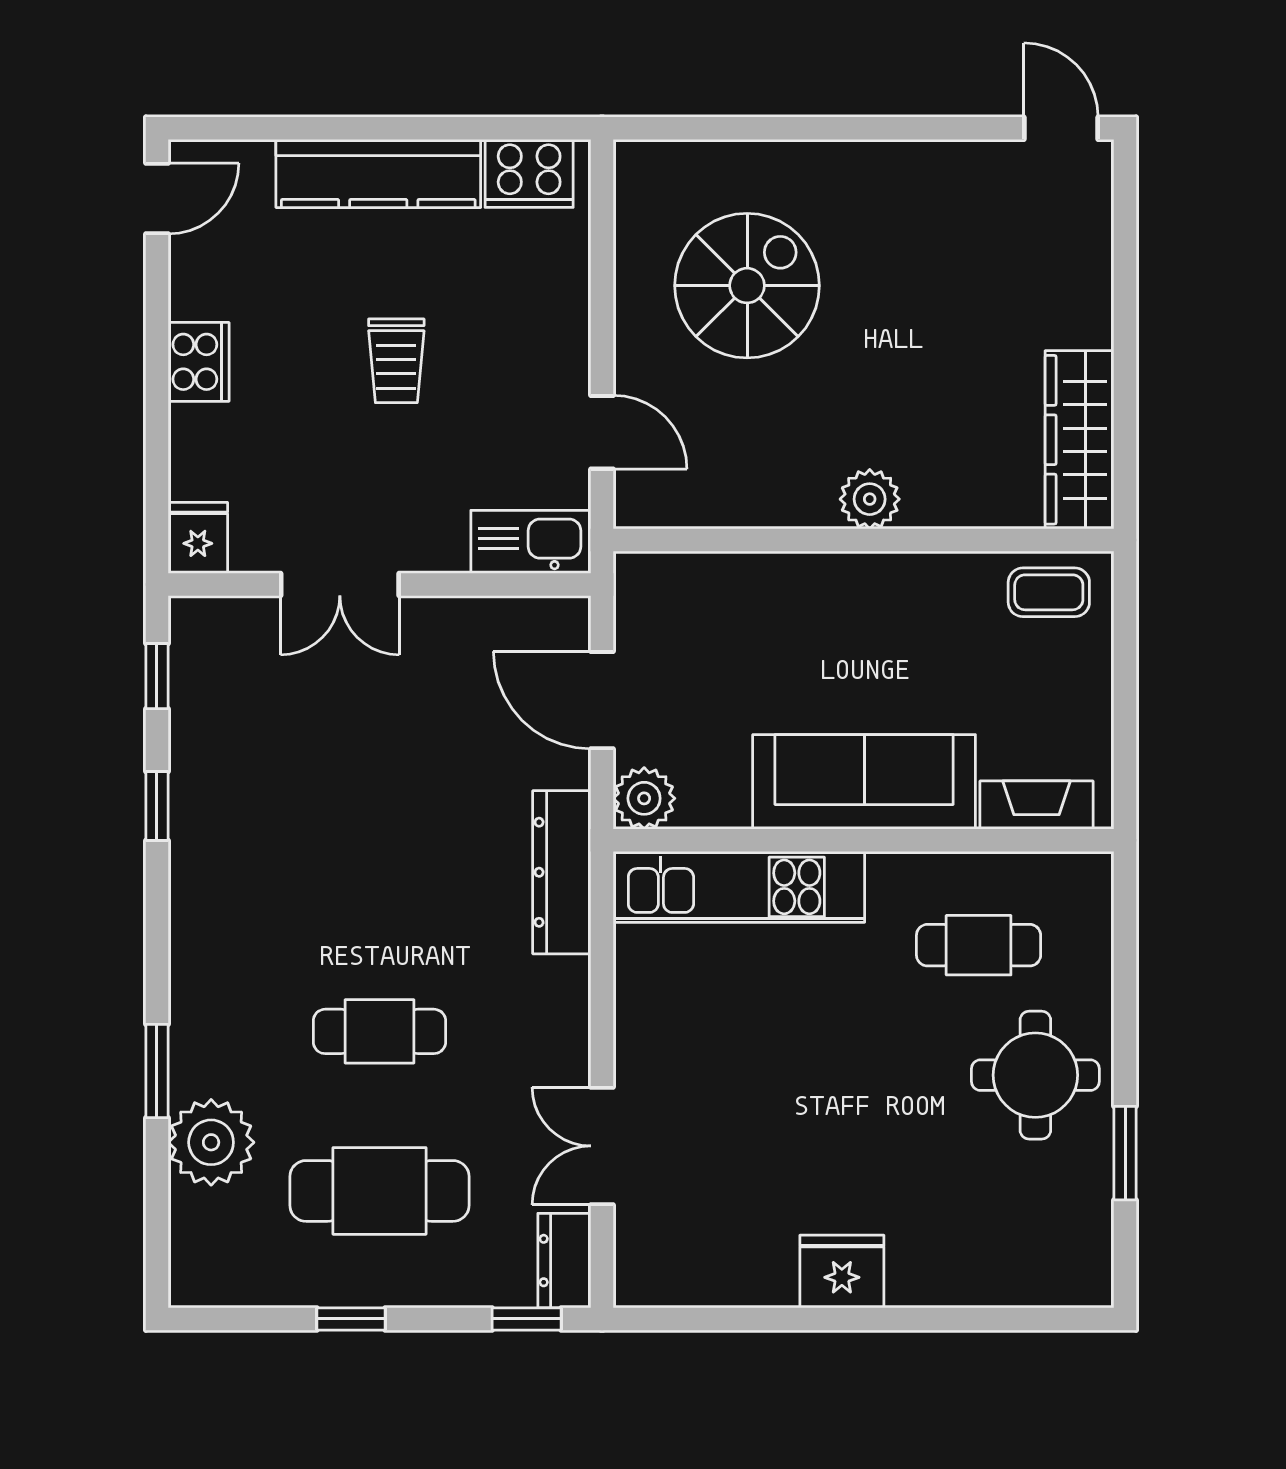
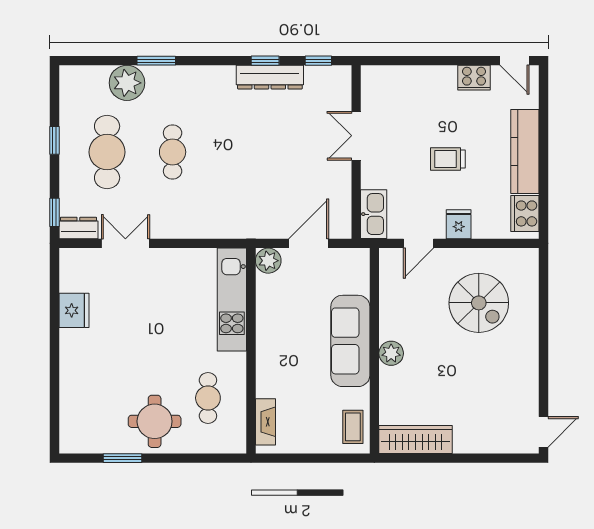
cooker: (199, 362) -> (474, 78), moved
fridge: (198, 538) -> (459, 224), moved, turned -90
sofa: (864, 782) -> (350, 341), moved, turned 180
dresser: (562, 872) -> (270, 77), moved, turned 180
fridge: (842, 1271) -> (74, 310), moved

